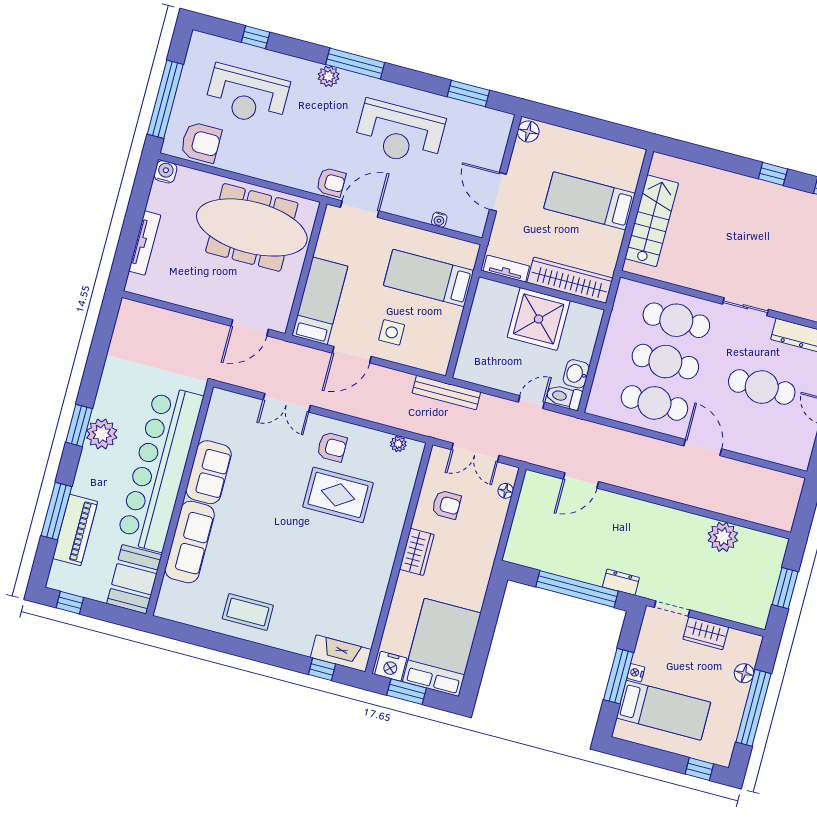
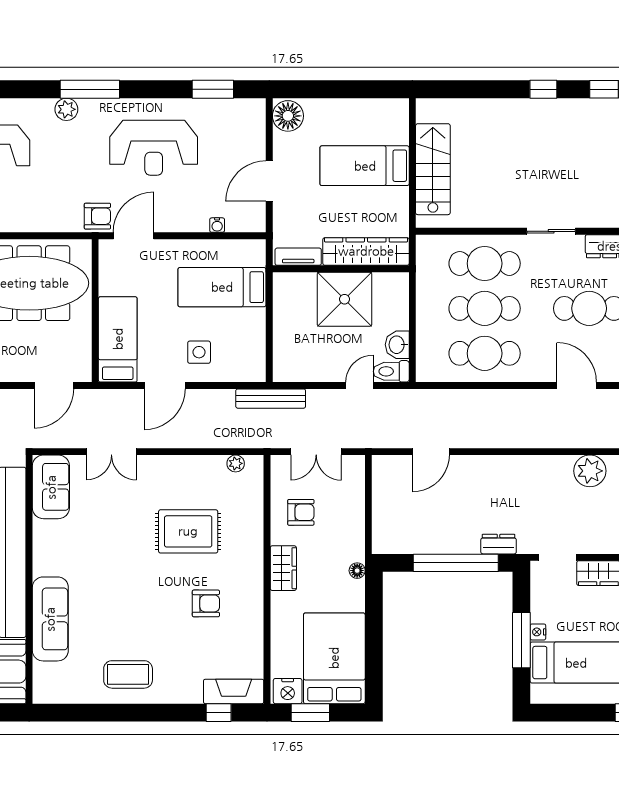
floor lamp: (528, 131) -> (288, 116), width x1.38, depth x1.38
door: (498, 192) -> (269, 181), hinge flipped
armchair: (332, 447) -> (206, 603), moved
door: (703, 447) -> (577, 385), moved
sofa: (209, 472) -> (51, 487), moved
floor lamp: (506, 491) -> (357, 571), moved

